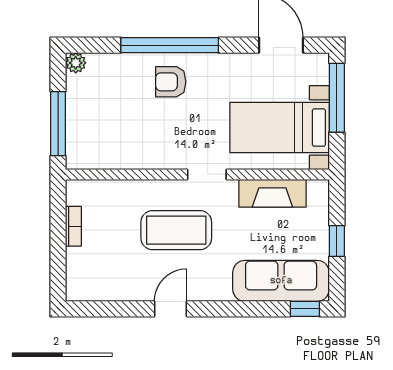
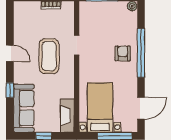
doorway: (207, 174) -> (77, 45), moved
fireplace: (272, 193) -> (67, 116), moved
window: (305, 309) -> (10, 90), moved

